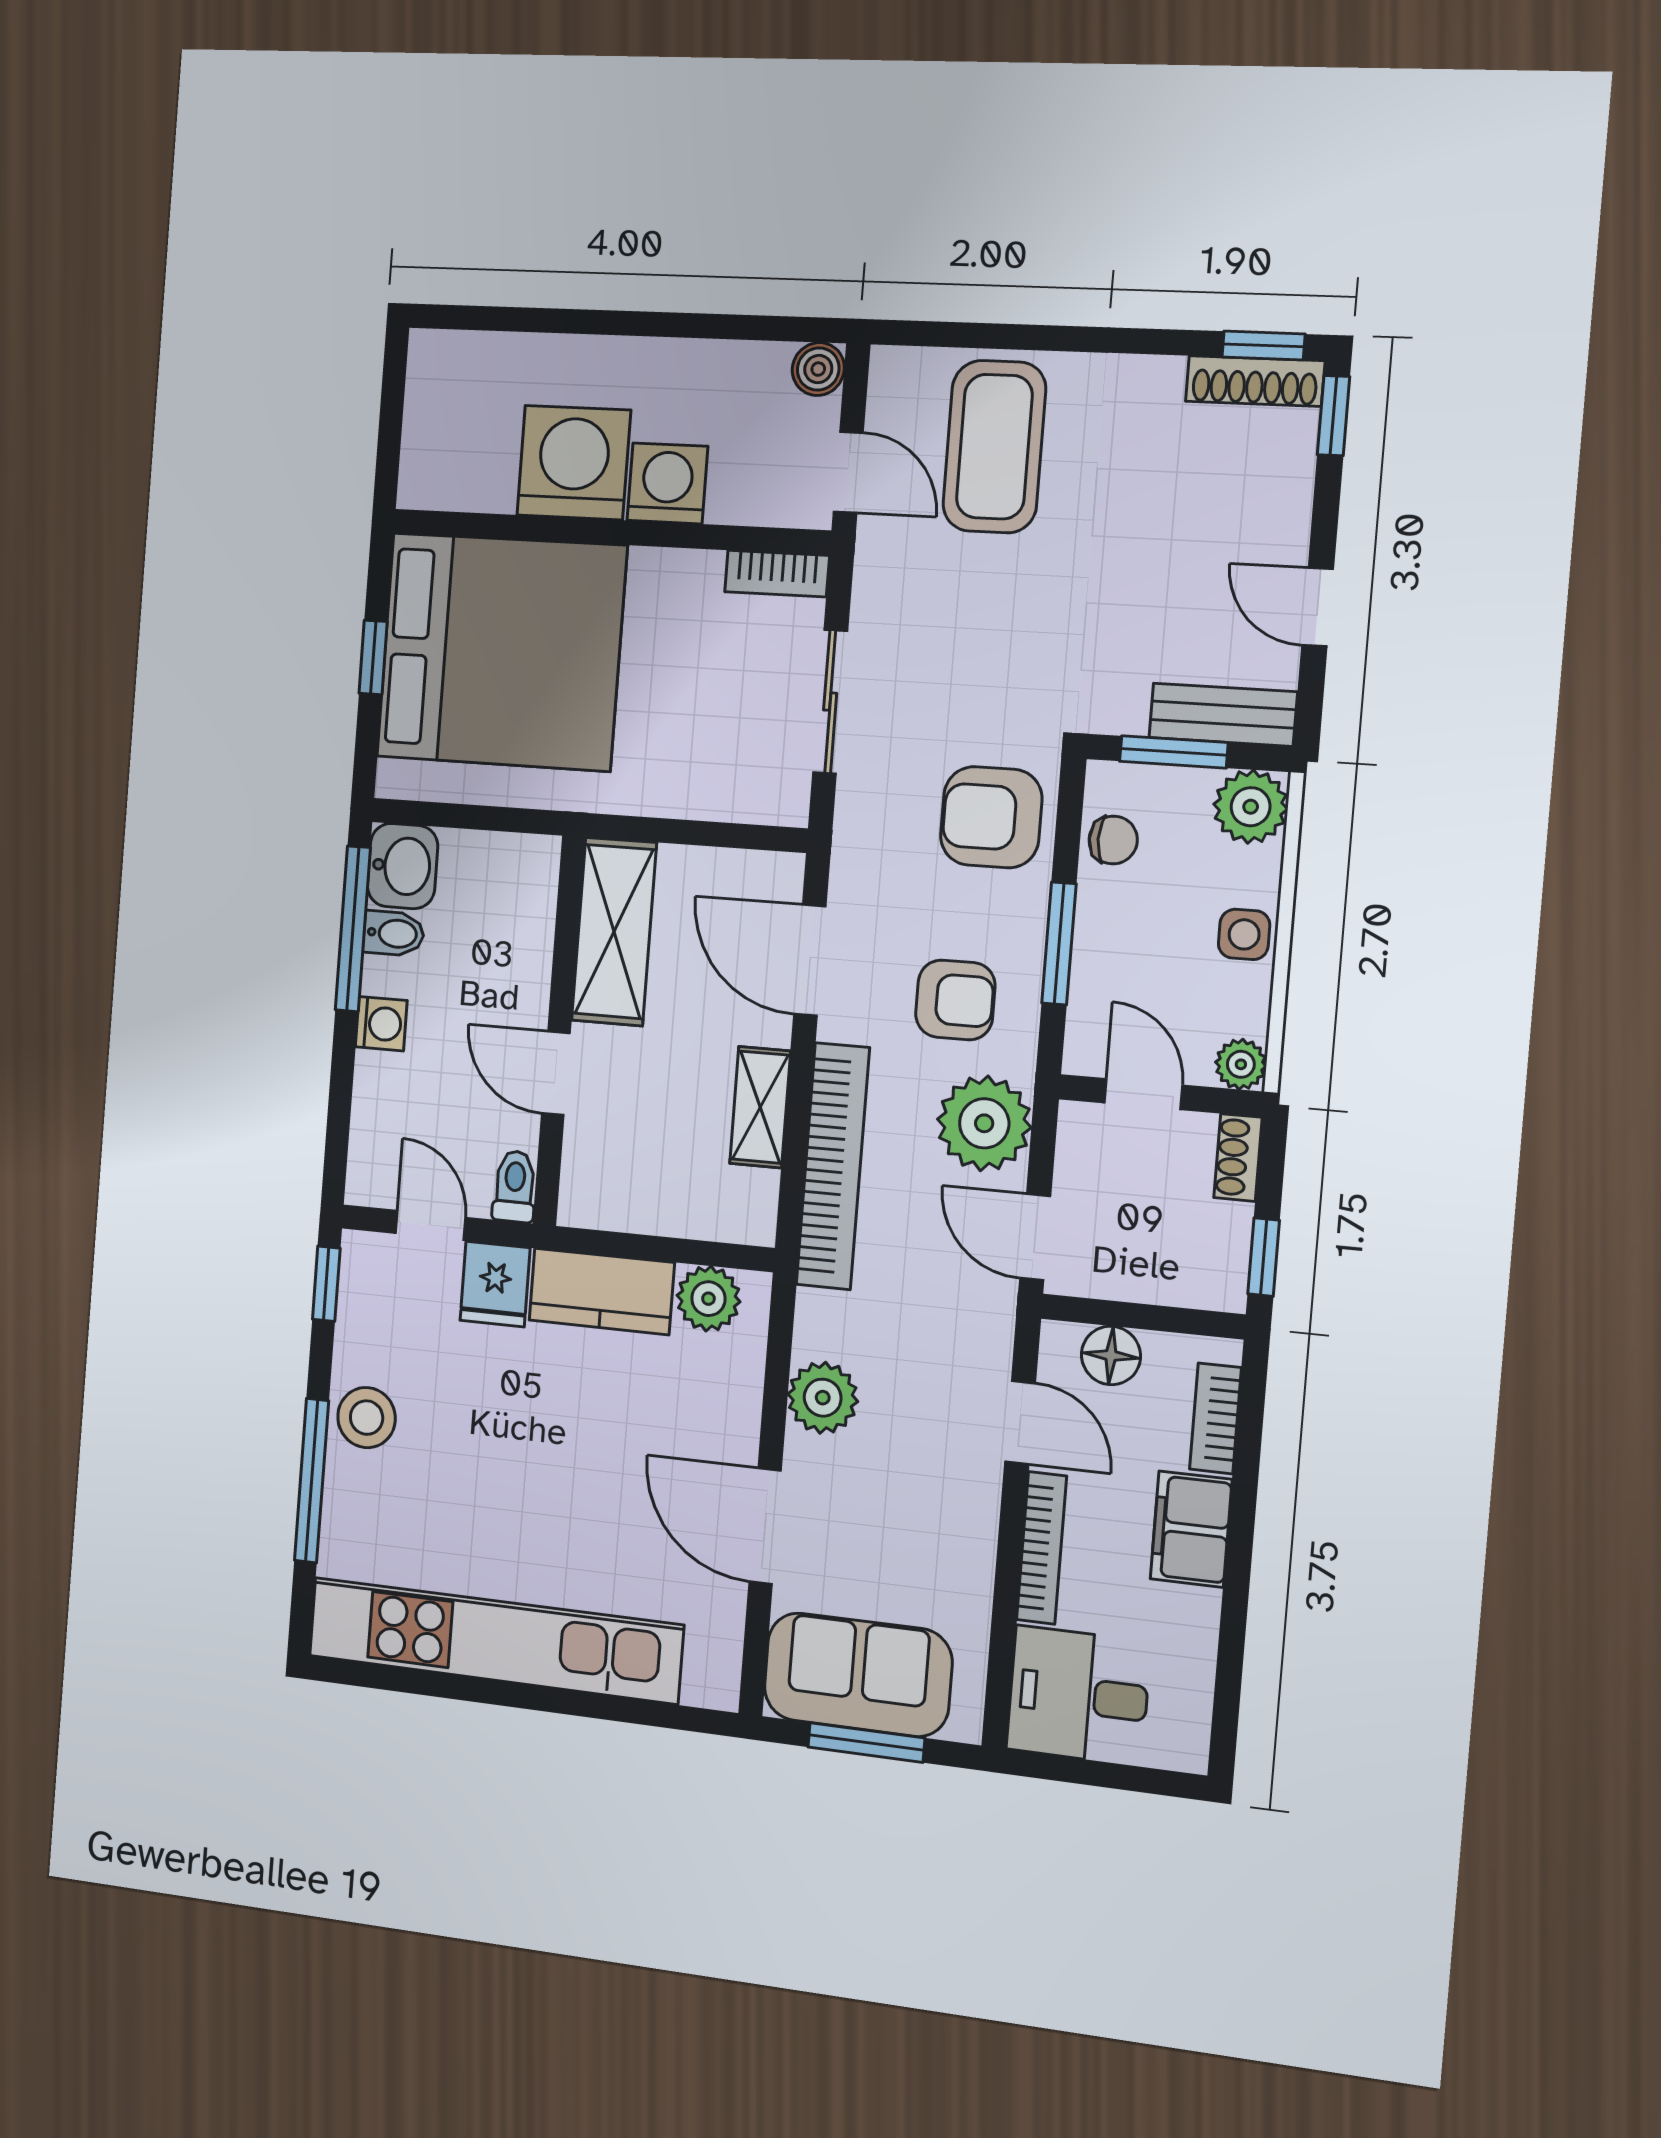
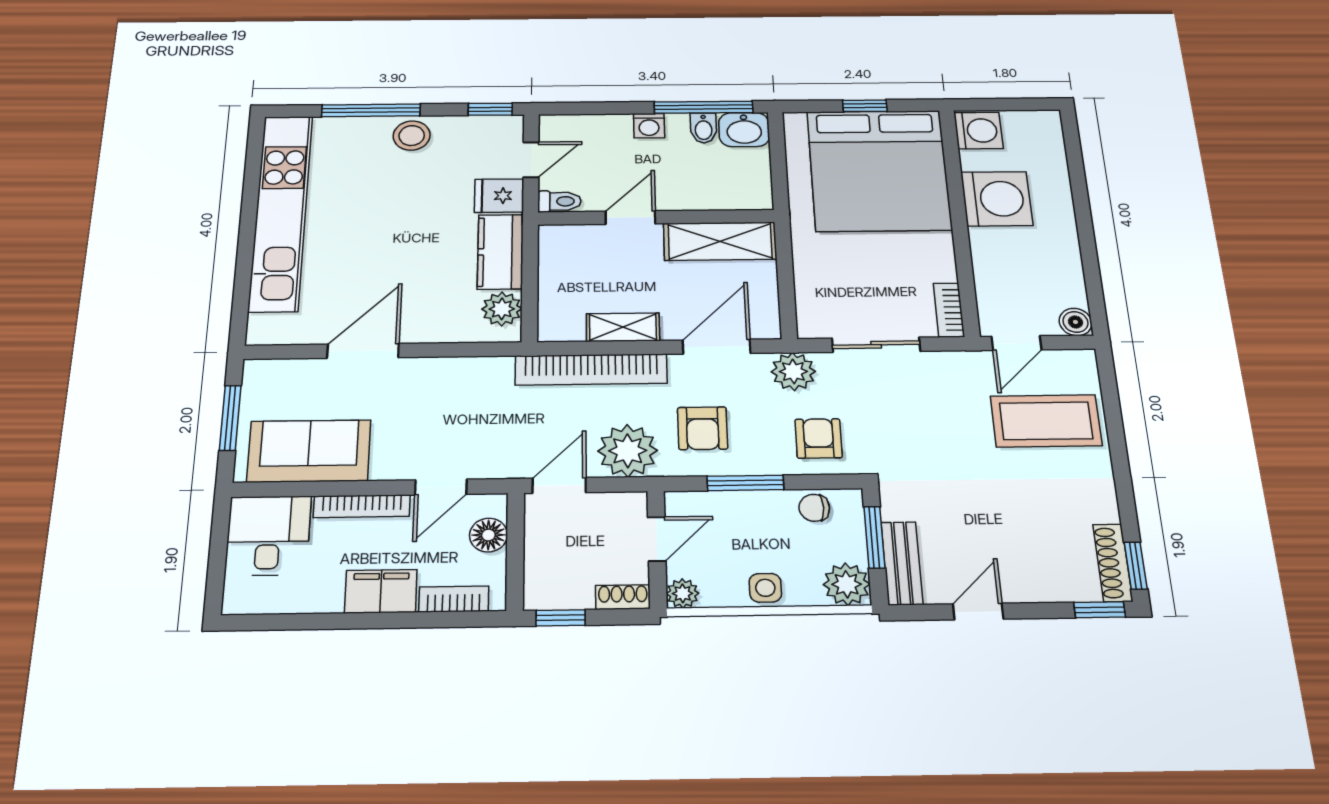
washing machine: (667, 483) -> (978, 131), moved
armchair: (991, 817) -> (819, 438), width x0.72, depth x0.72
chair: (1113, 840) -> (814, 508), turned 90
plant: (823, 1398) -> (793, 372), moved
sofa: (858, 1675) -> (309, 451), moved, turned -90

